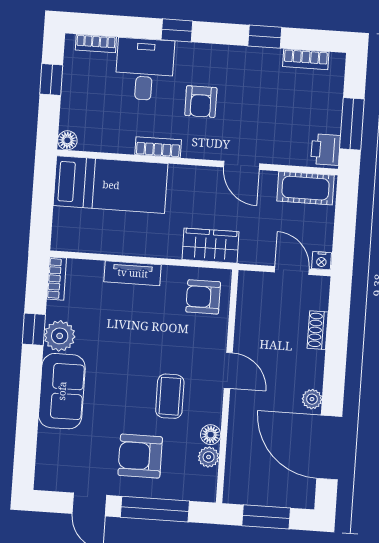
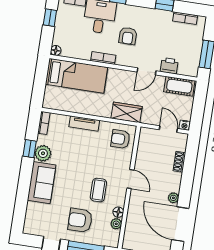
printer: (326, 150) -> (169, 66), moved, turned 90
door: (241, 165) -> (146, 71), hinge flipped

